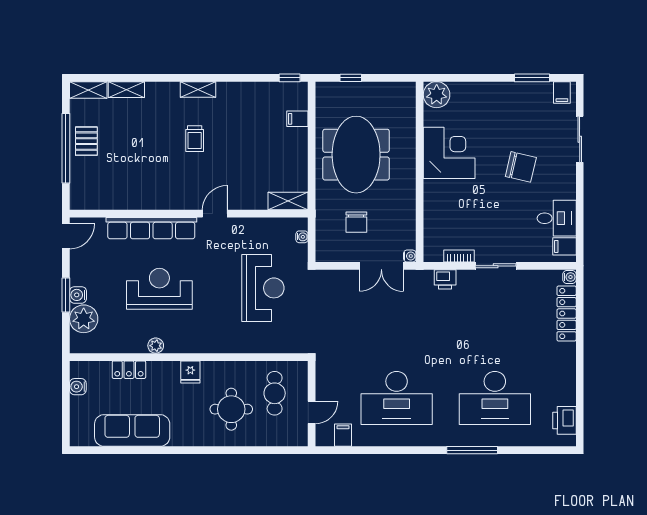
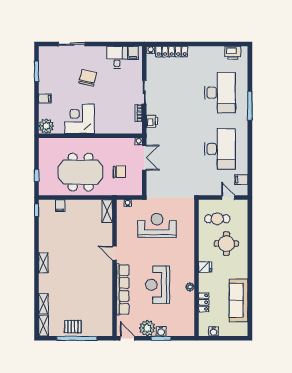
filing cabinet: (562, 92) -> (45, 99), moved
trolley: (195, 139) -> (71, 265), removed
plant: (84, 319) -> (147, 328), moved

